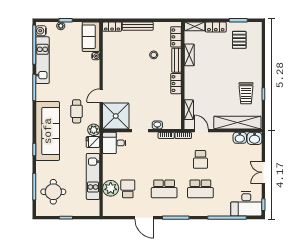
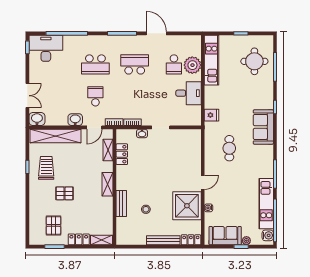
sofa: (91, 37) -> (225, 236), moved, turned -90
locker: (176, 37) -> (122, 229), removed
shelving: (189, 55) -> (107, 184), moved
pallet: (229, 70) -> (65, 193), added
locker: (176, 84) -> (122, 154), moved
door: (101, 96) -> (203, 182), moved
shower: (116, 116) -> (187, 206), moved
plant: (94, 130) -> (211, 128), removed
sofa: (48, 131) -> (263, 127), width x0.54, depth x0.79
door: (201, 131) -> (94, 127), hinge flipped
washbasin: (240, 138) -> (75, 120), moved
desk: (114, 143) -> (189, 93), moved
double door: (263, 172) -> (27, 96), moved
kitchen unit: (93, 176) -> (212, 60), moved
school desk: (200, 189) -> (95, 64), turned 180

